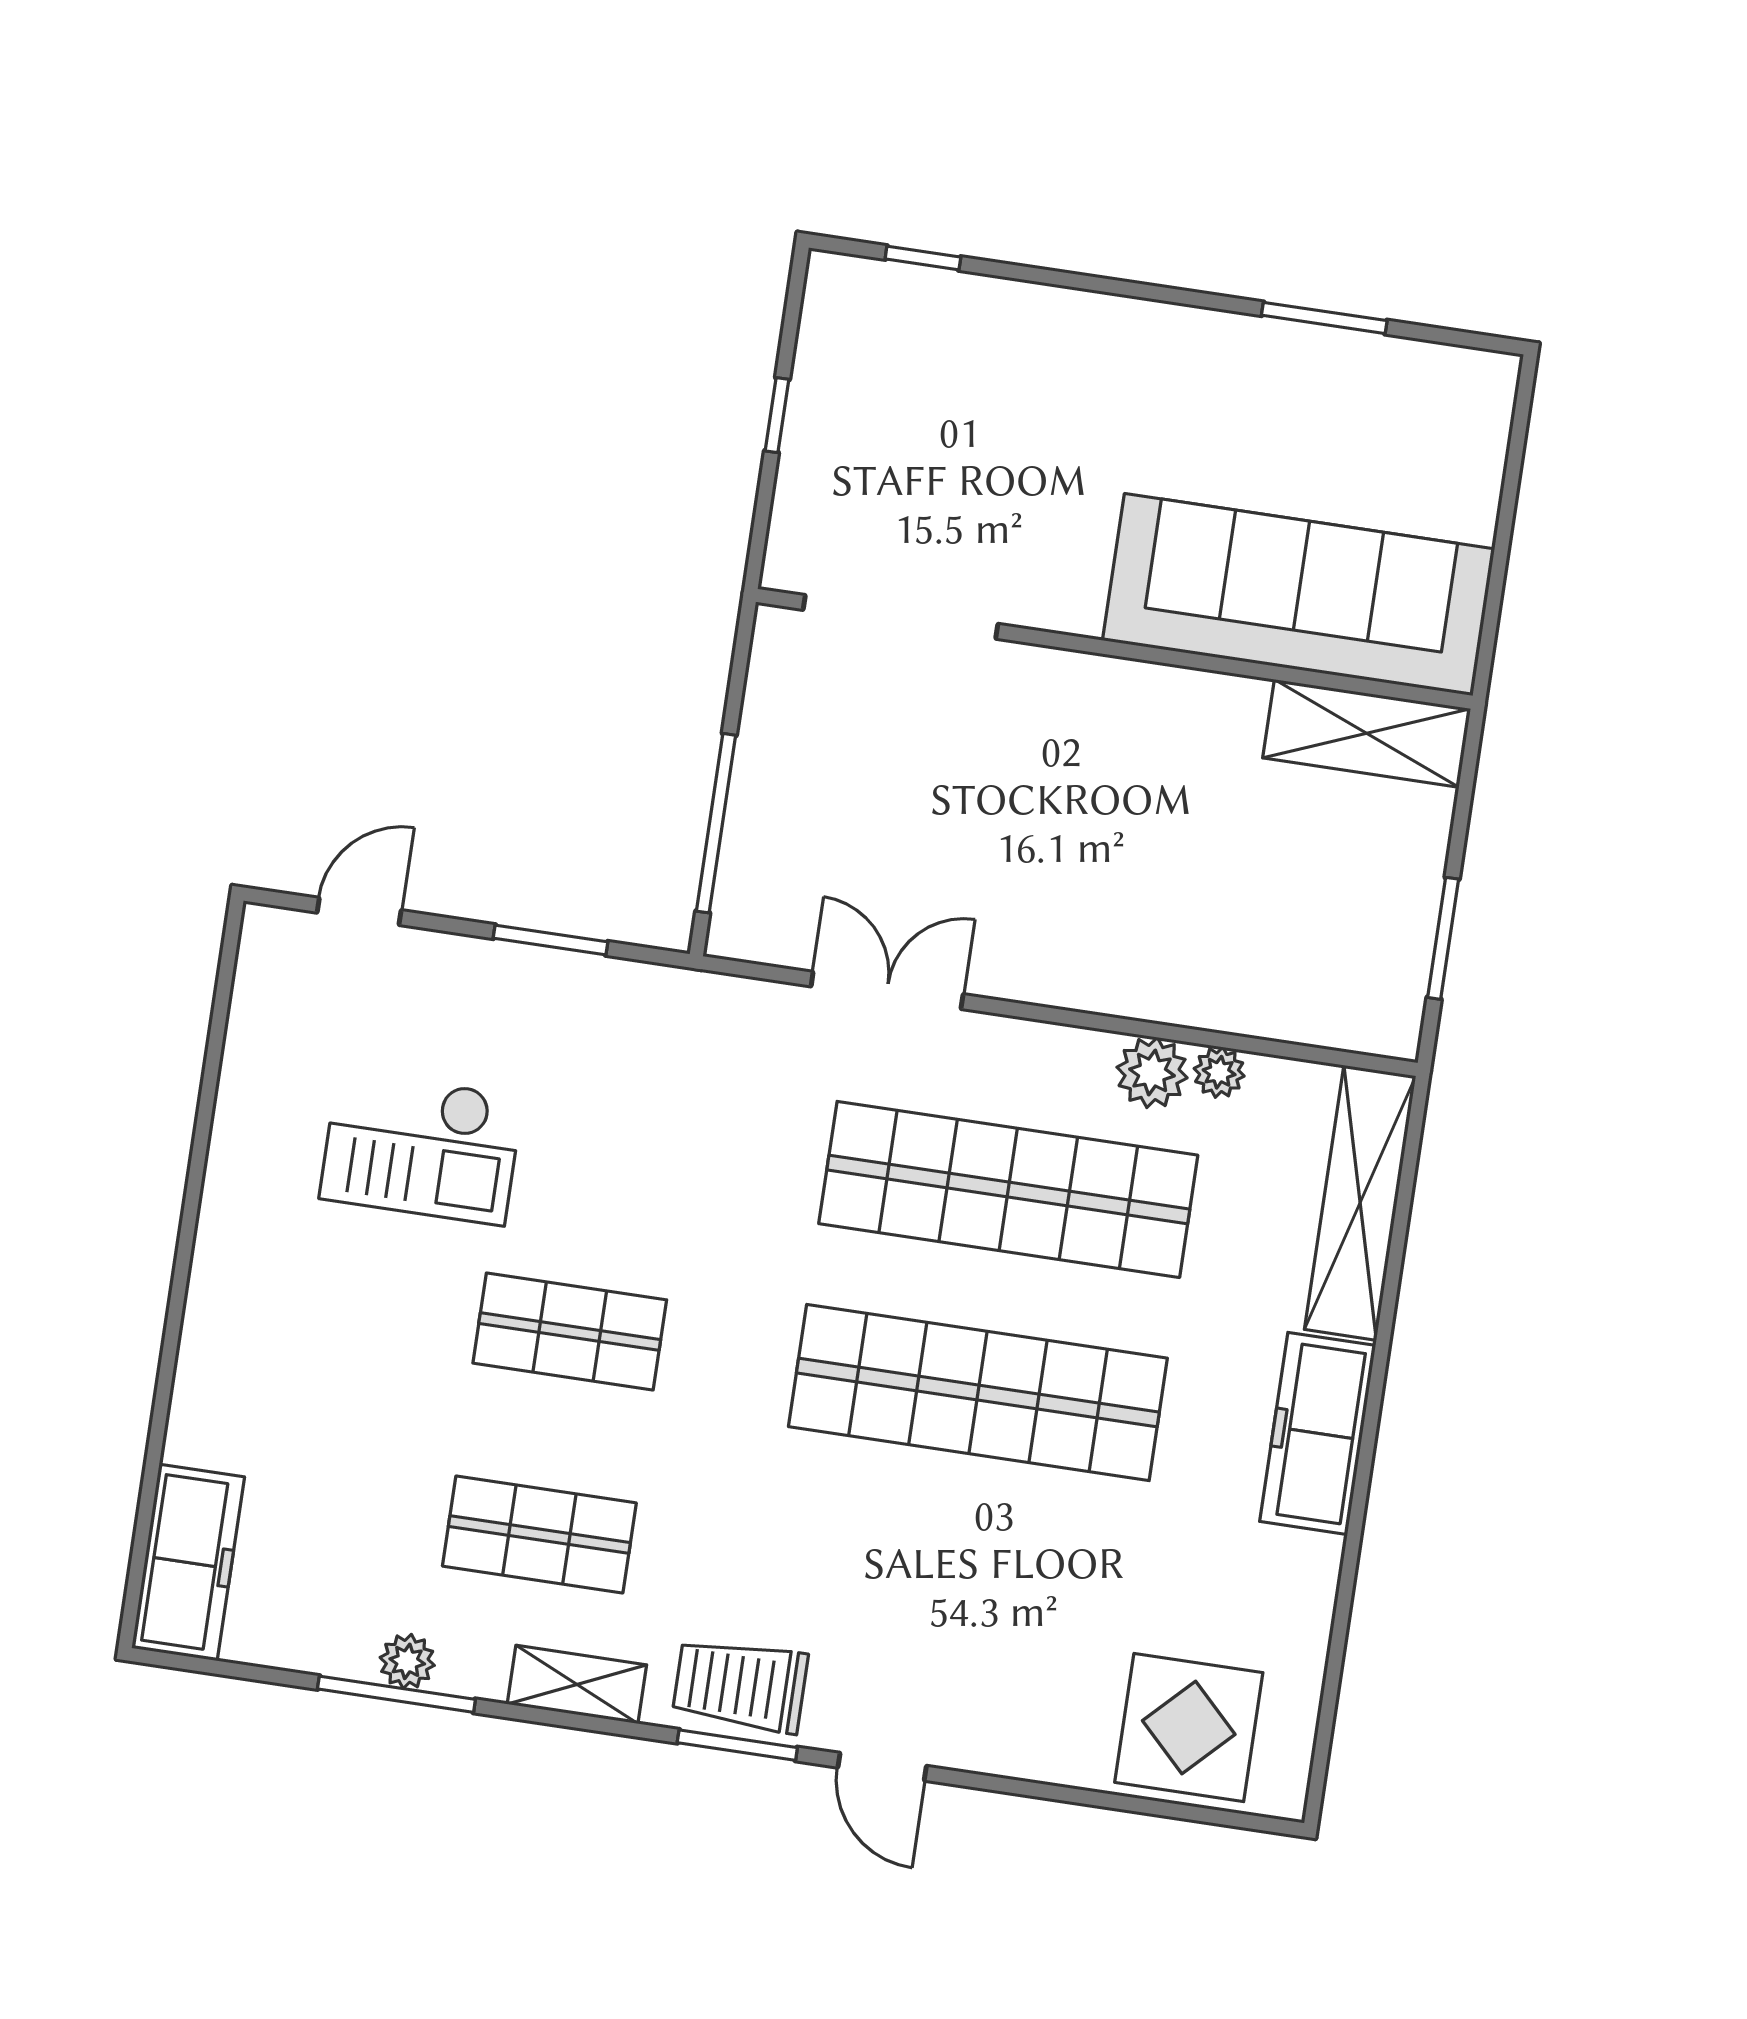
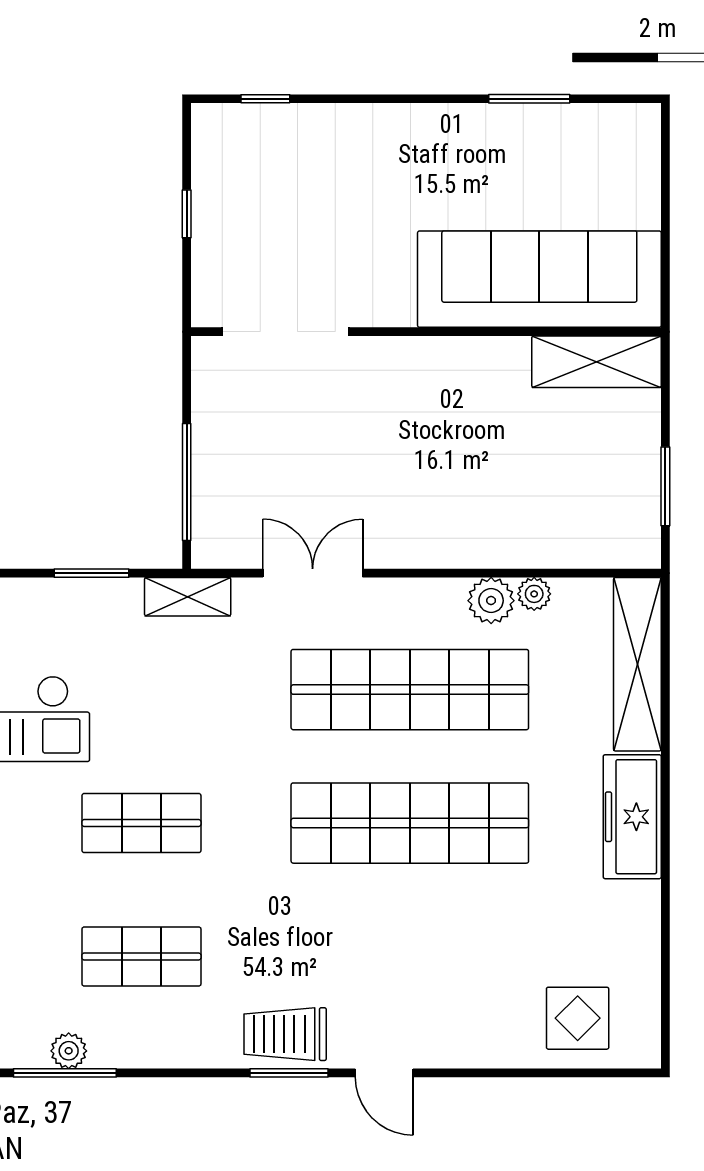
shelving: (577, 1684) -> (188, 597), moved
display table: (1189, 1727) -> (578, 1018), width x0.73, depth x0.73

